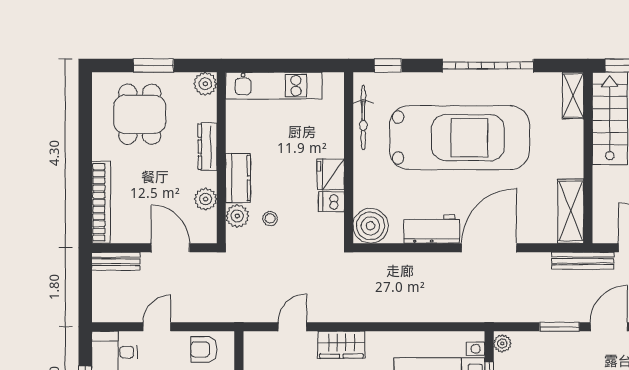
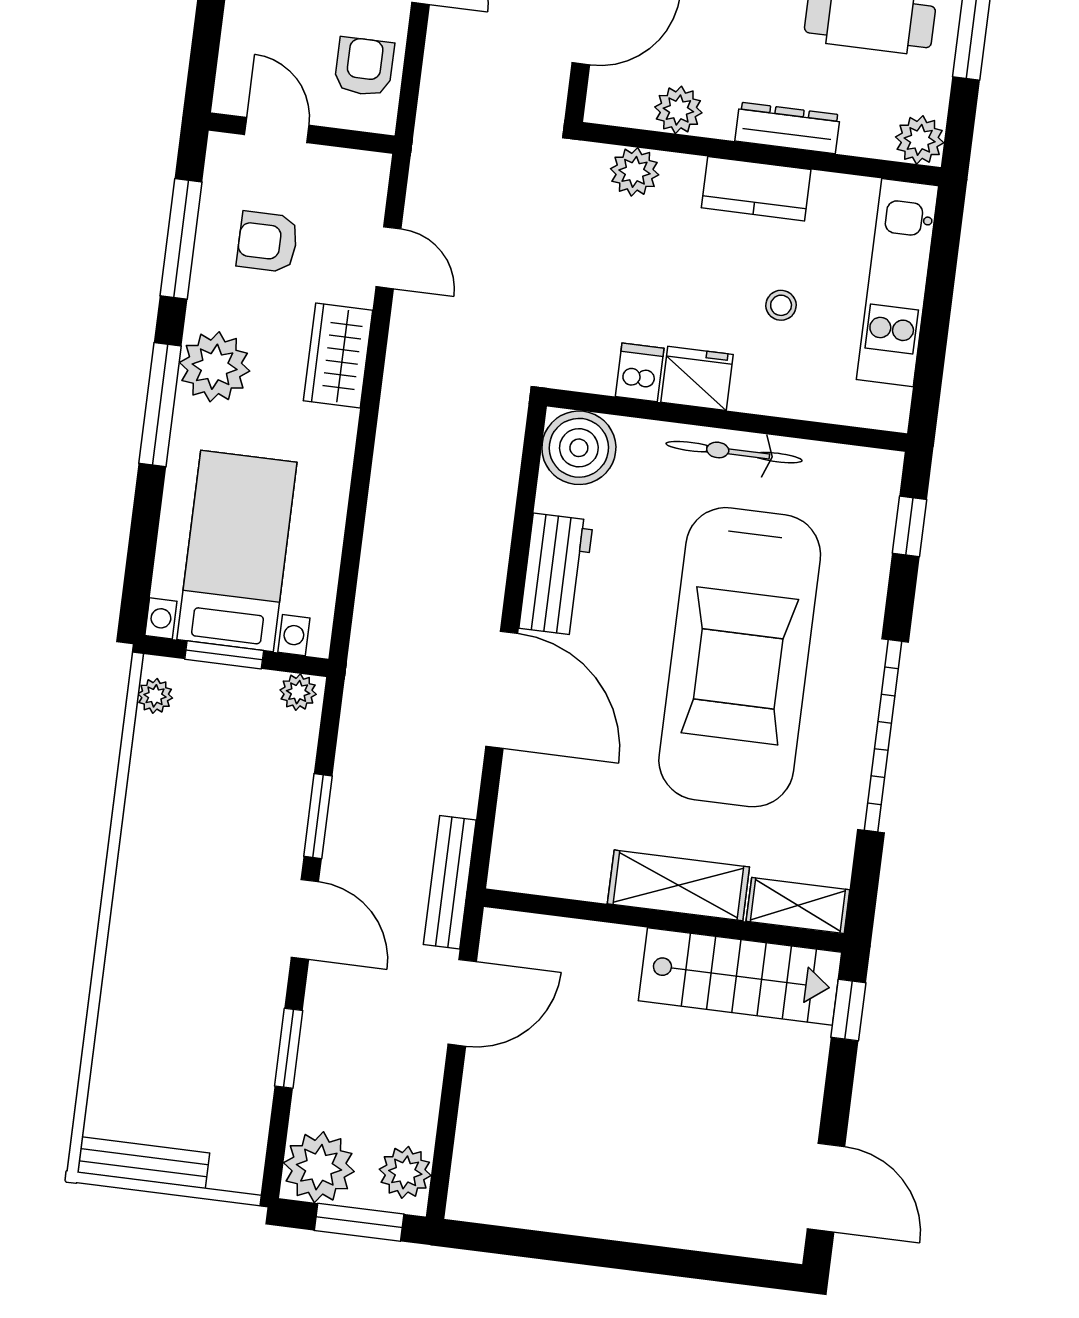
bicycle: (363, 118) -> (734, 452), moved
kitchen counter: (238, 178) -> (756, 189), moved
shelving: (571, 211) -> (678, 885), moved
stool: (270, 219) -> (781, 305), moved

